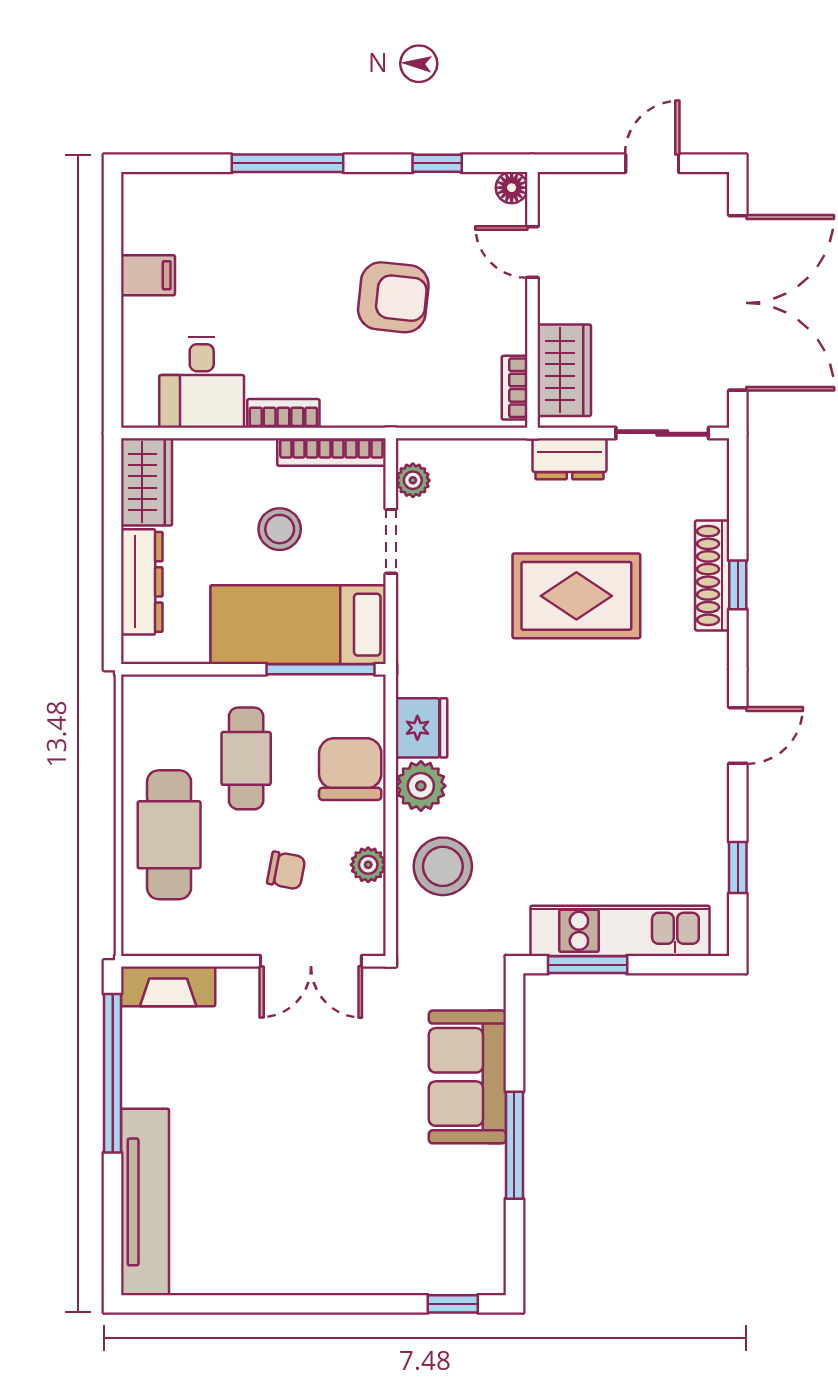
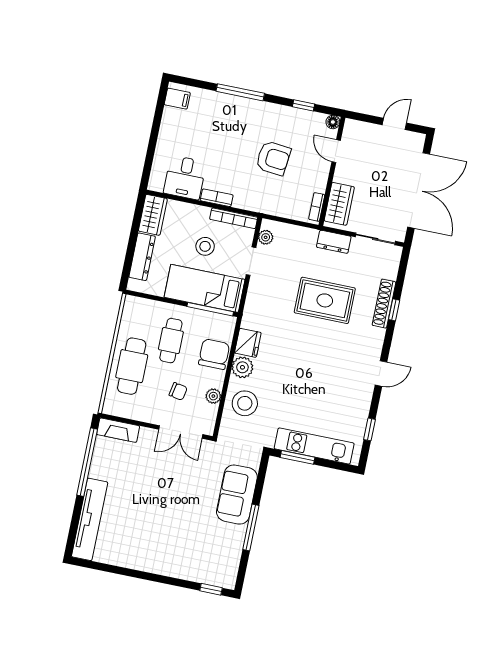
filing cabinet: (148, 275) -> (177, 99), moved

